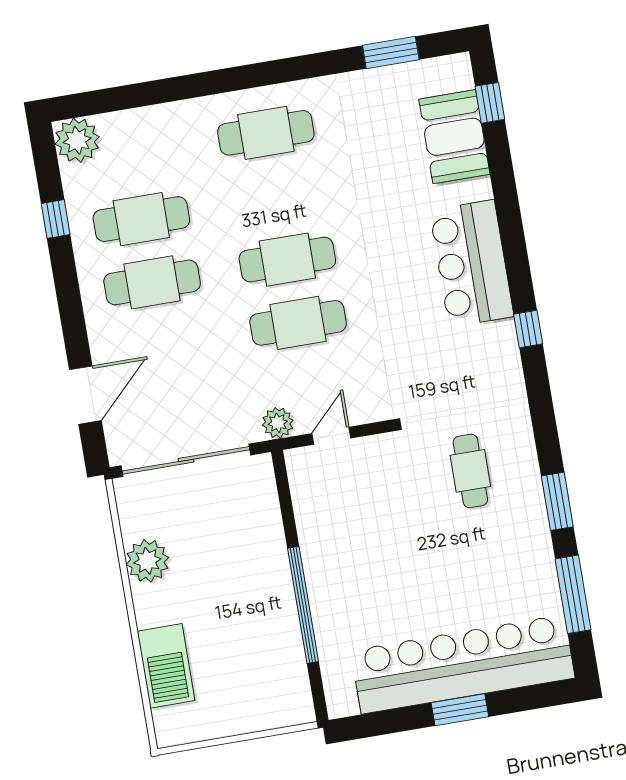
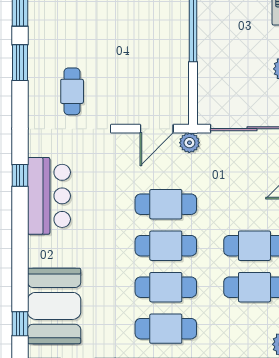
booth: (454, 137) -> (54, 306), width x1.36, depth x1.42
cafe table: (277, 196) -> (166, 287), added
bar counter: (472, 263) -> (49, 196), moved
door: (331, 436) -> (157, 129), width x1.38

